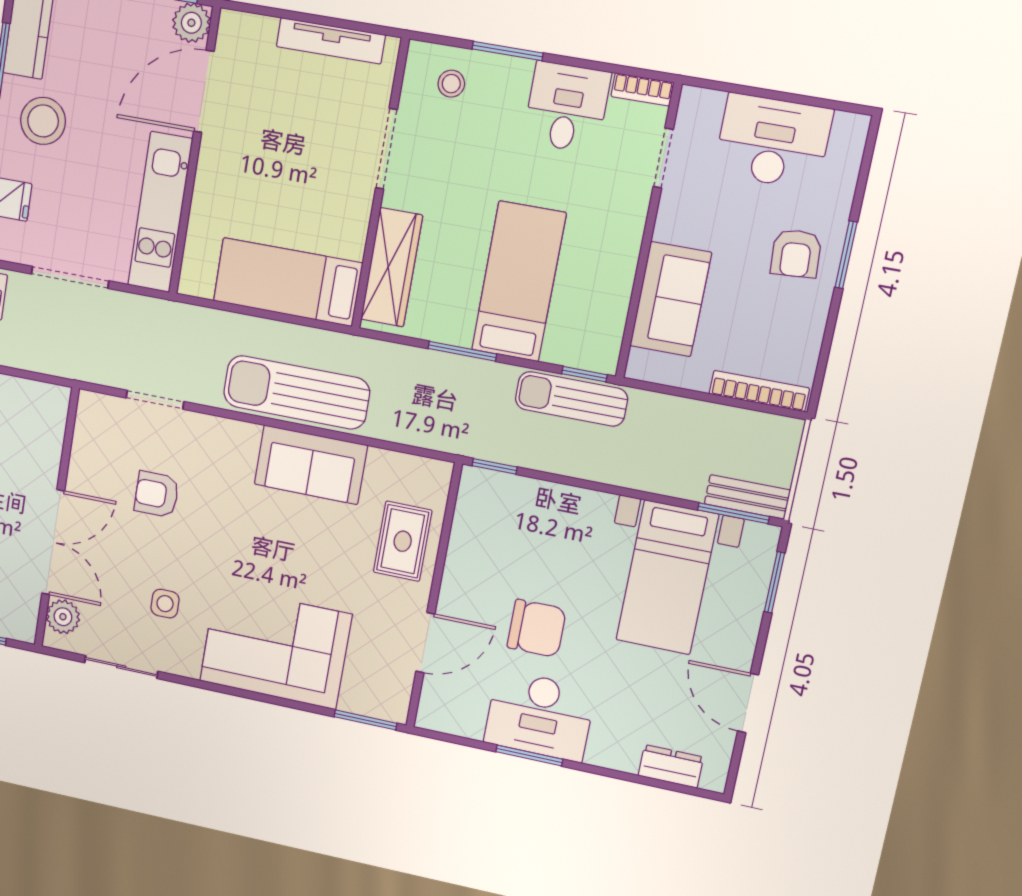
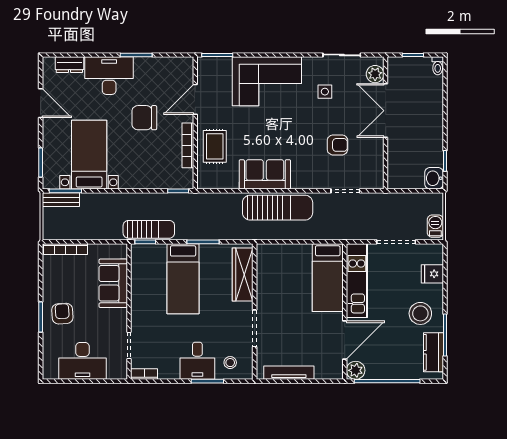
desk: (567, 107) -> (197, 361), moved
bed: (288, 282) -> (328, 278), moved, turned 90
bookcase: (457, 555) -> (188, 145), added
desk: (539, 716) -> (109, 76), moved

